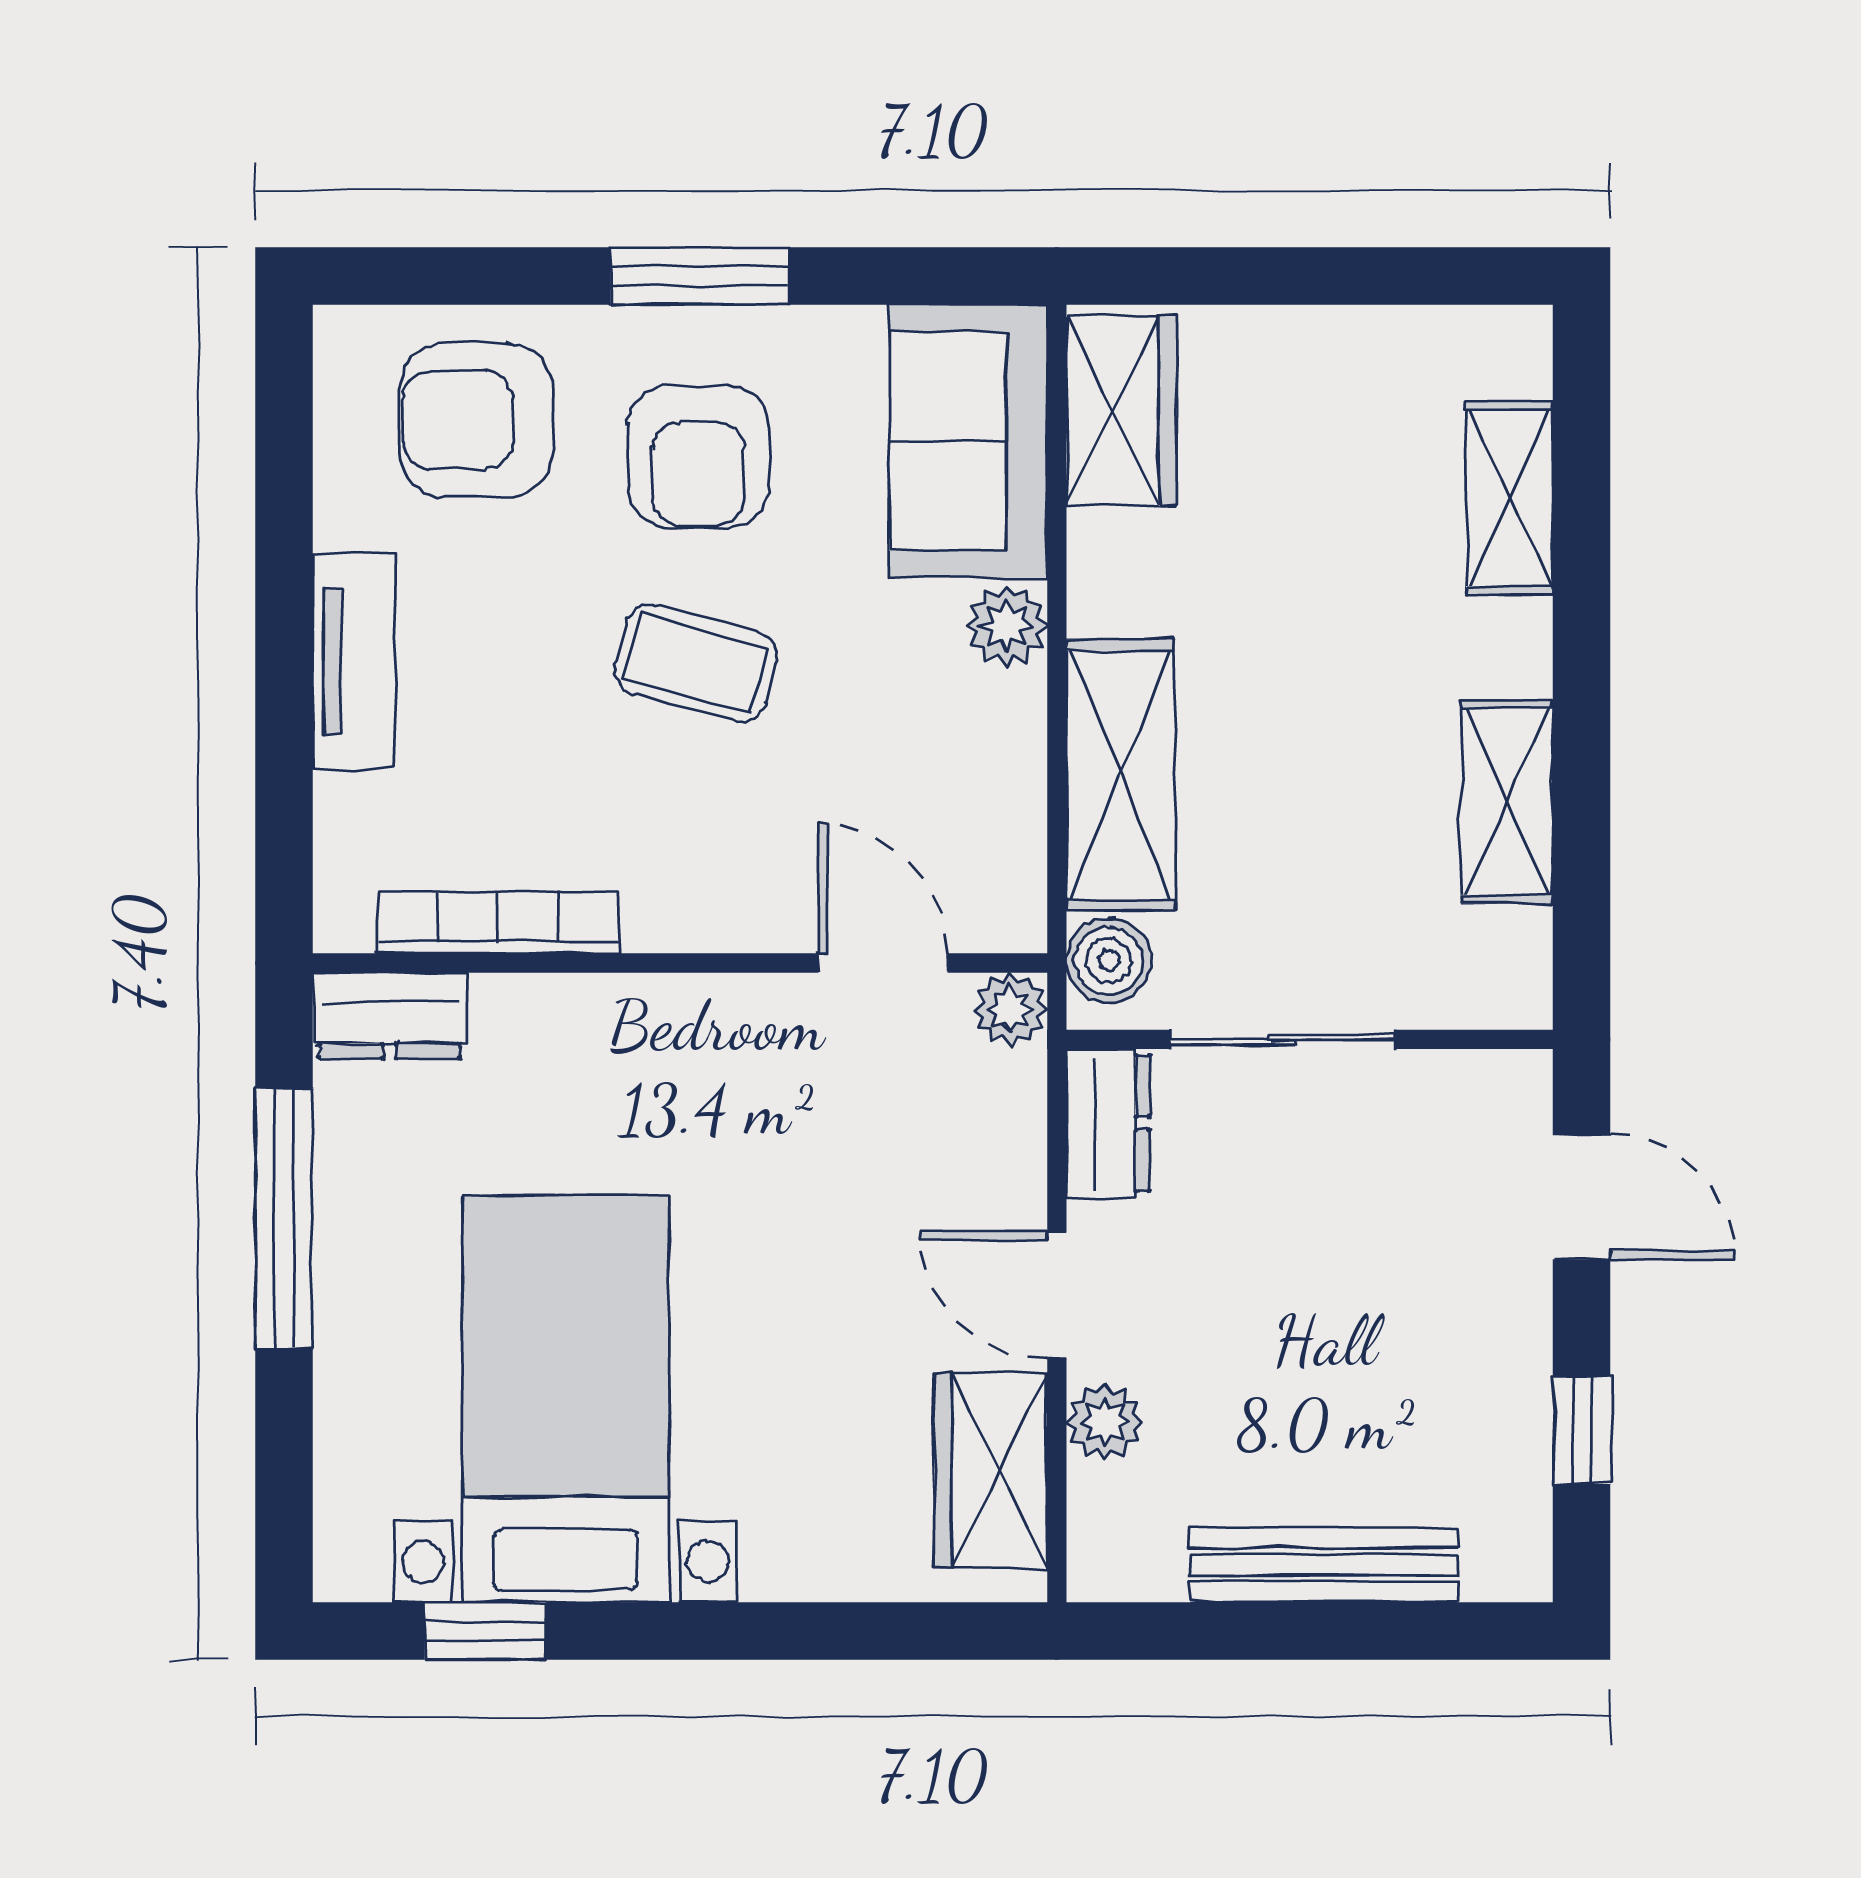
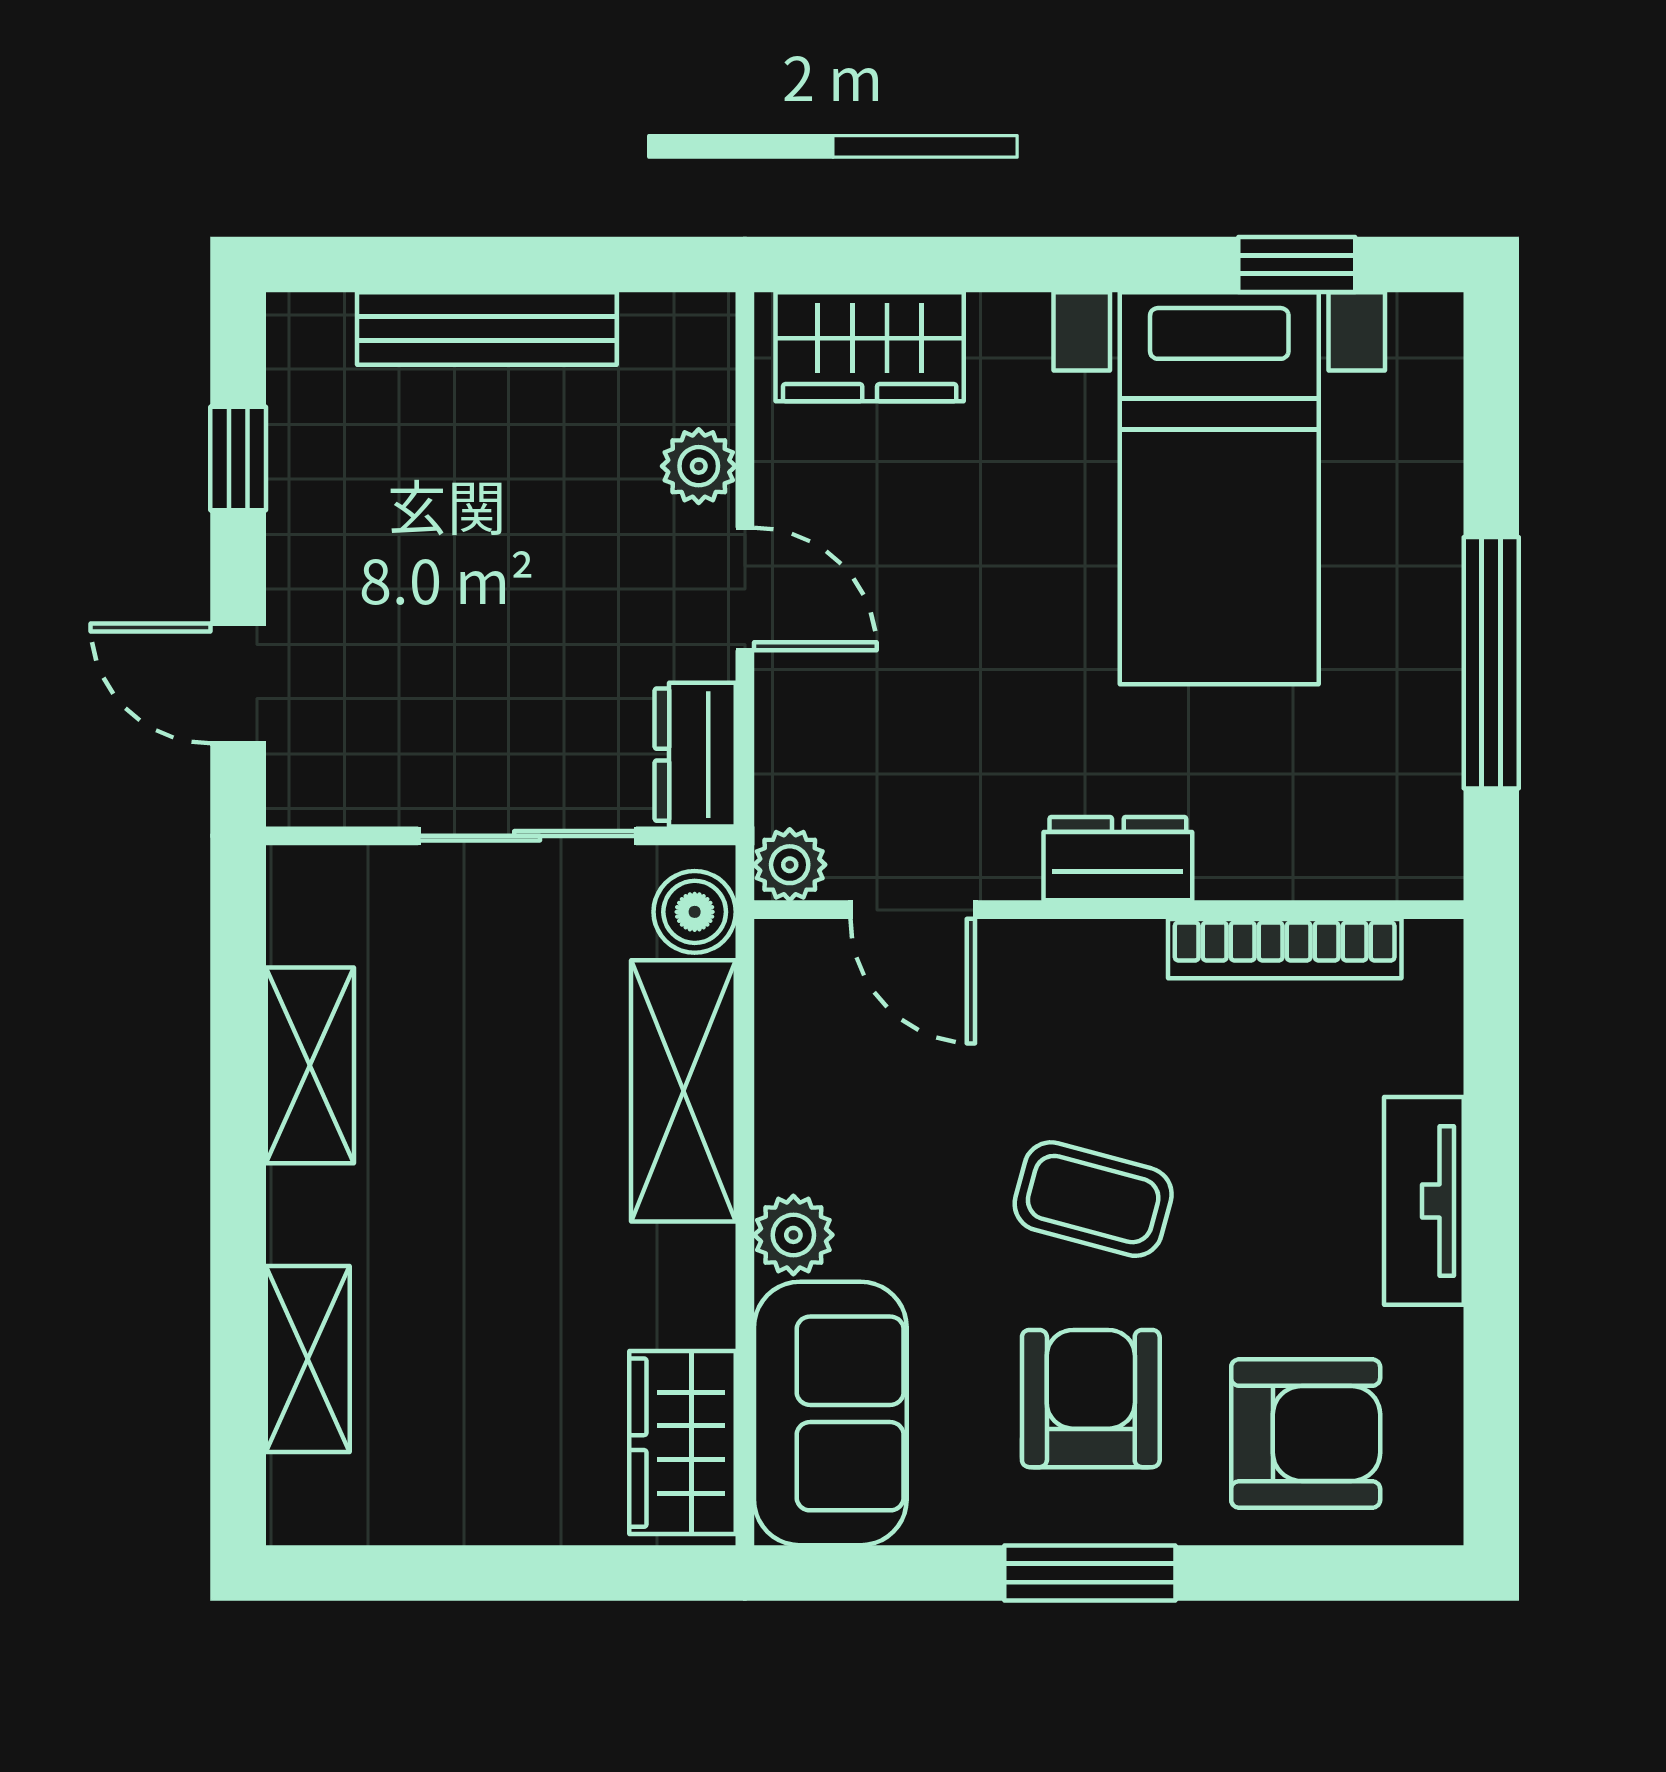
dresser: (389, 1016) -> (1118, 859), moved
wardrobe: (991, 1470) -> (870, 347), moved, turned 90

